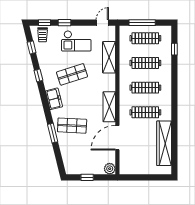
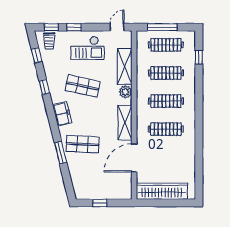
shop shelf: (72, 74) -> (83, 86), turned 30
wardrobe: (164, 143) -> (162, 191), moved, turned 90
plant: (110, 169) -> (125, 92), moved

